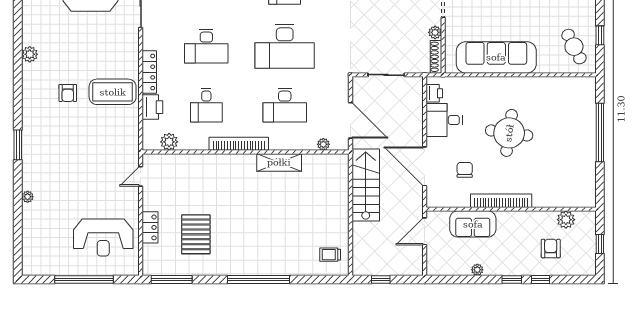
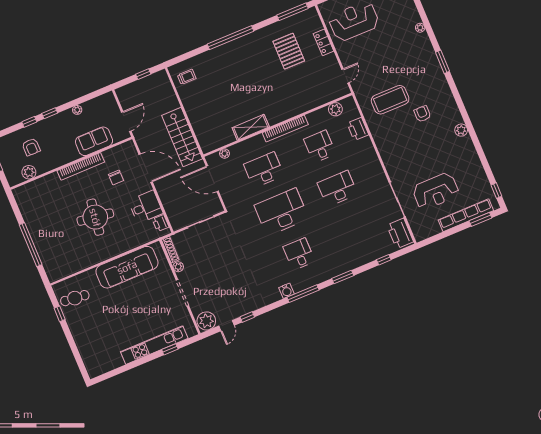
cafe table: (574, 47) -> (75, 298), turned -57
locker: (149, 72) -> (370, 153), removed
coffee table: (113, 92) -> (390, 100), moved

